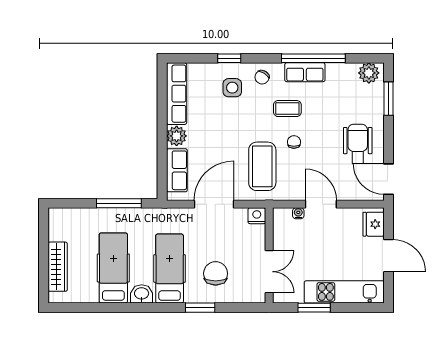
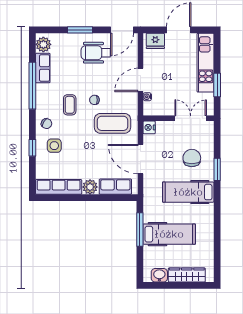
row of seats: (305, 72) -> (43, 68), moved
window: (388, 99) -> (80, 30), moved
hospital bed: (113, 268) -> (169, 234), moved, turned 180
chair: (216, 273) -> (192, 158), turned 90
washbasin: (142, 294) -> (159, 275), moved, turned 90

